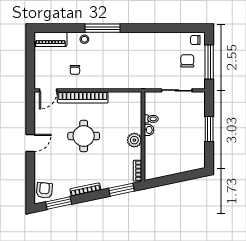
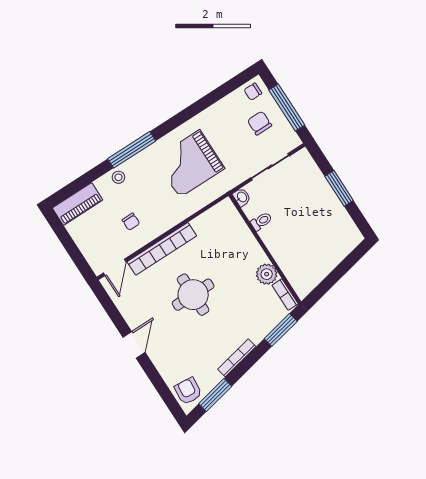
grand piano: (131, 58) -> (190, 164), added
washbasin: (149, 130) -> (242, 197), moved
plant: (134, 140) -> (267, 274), moved

